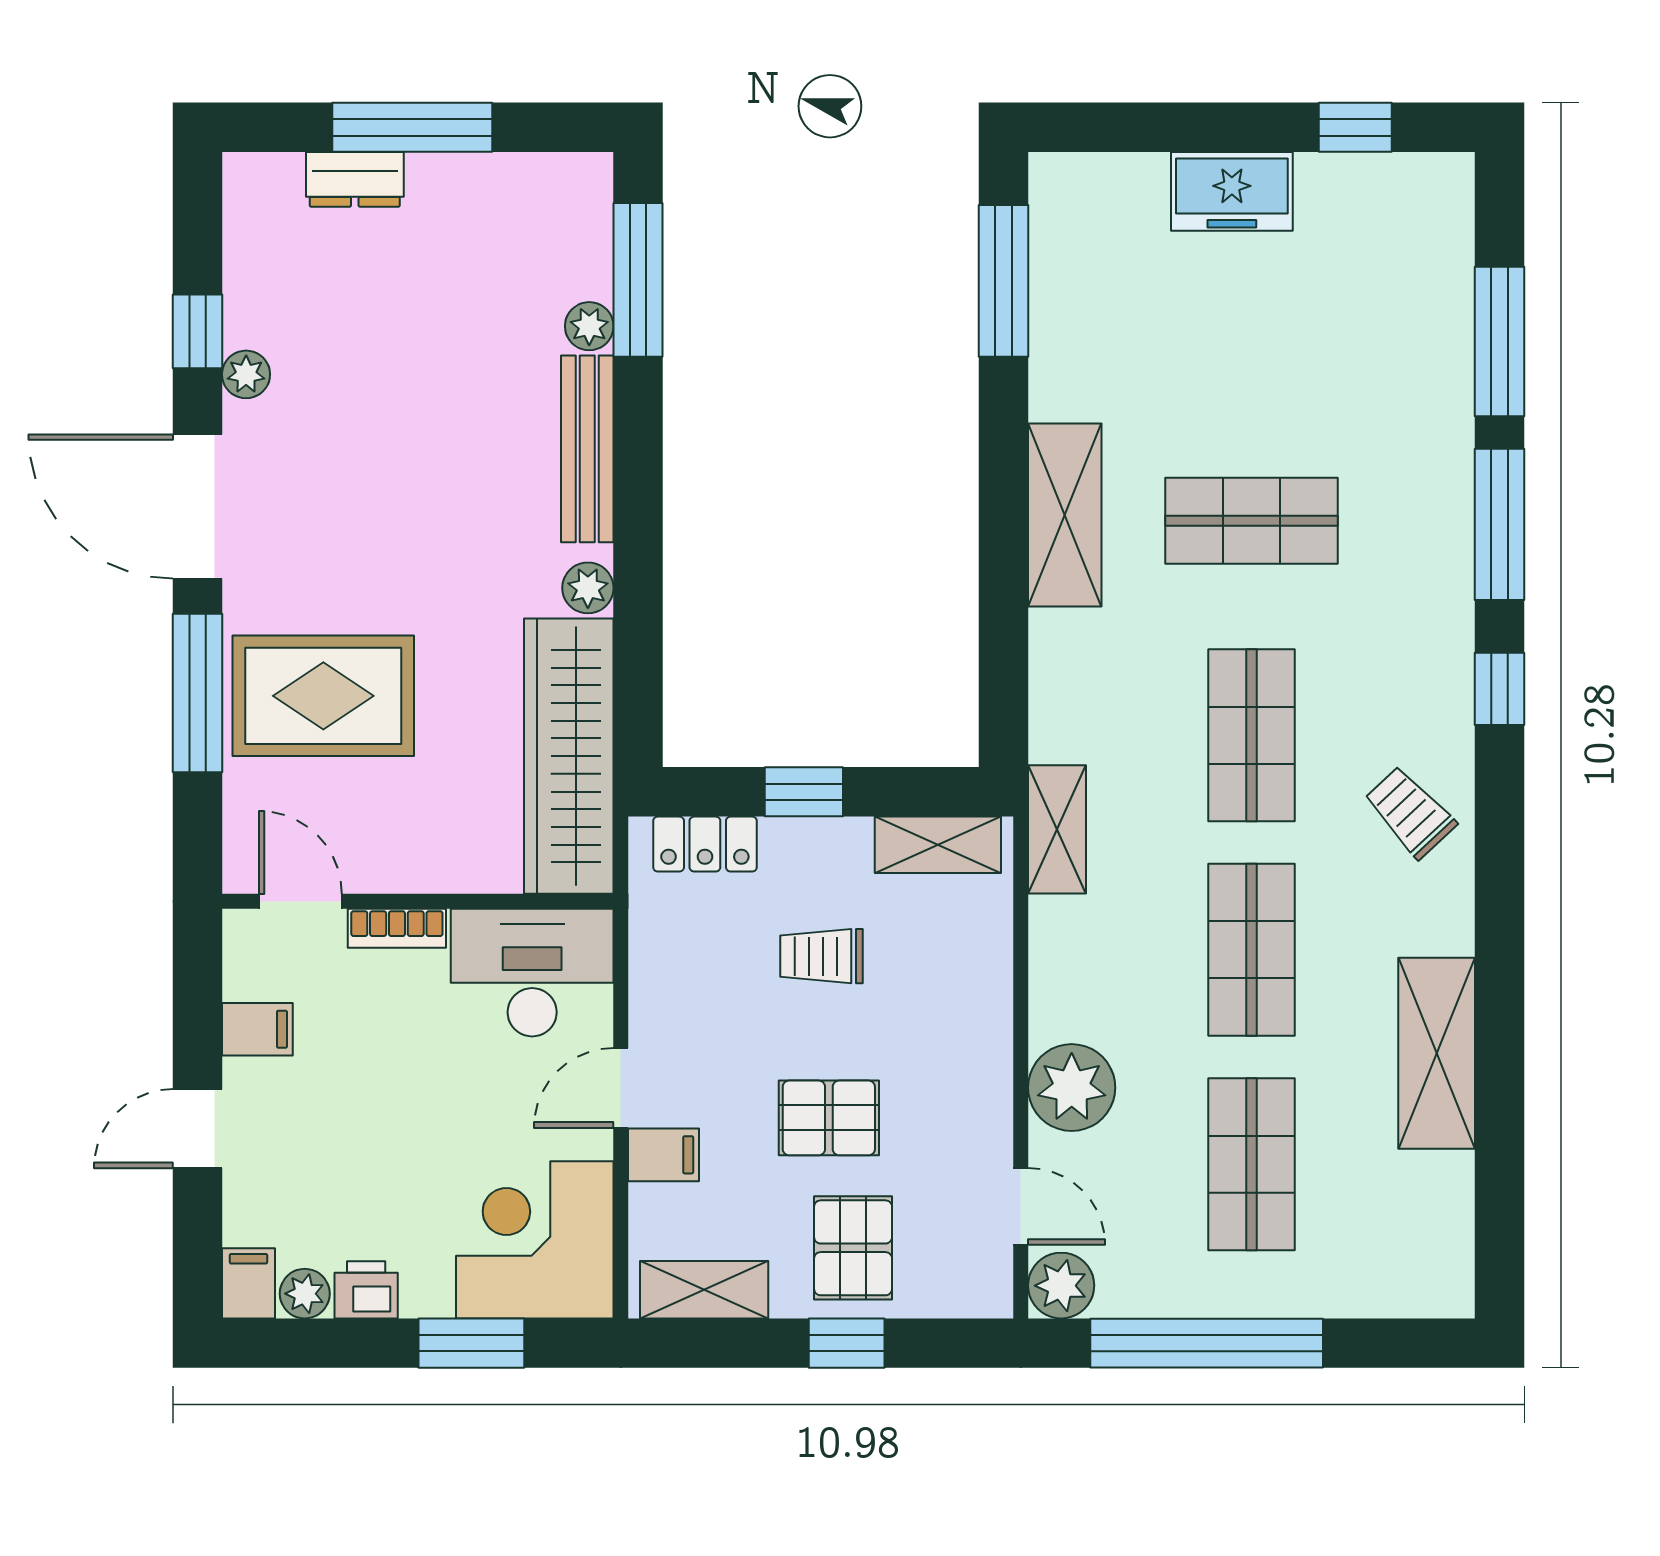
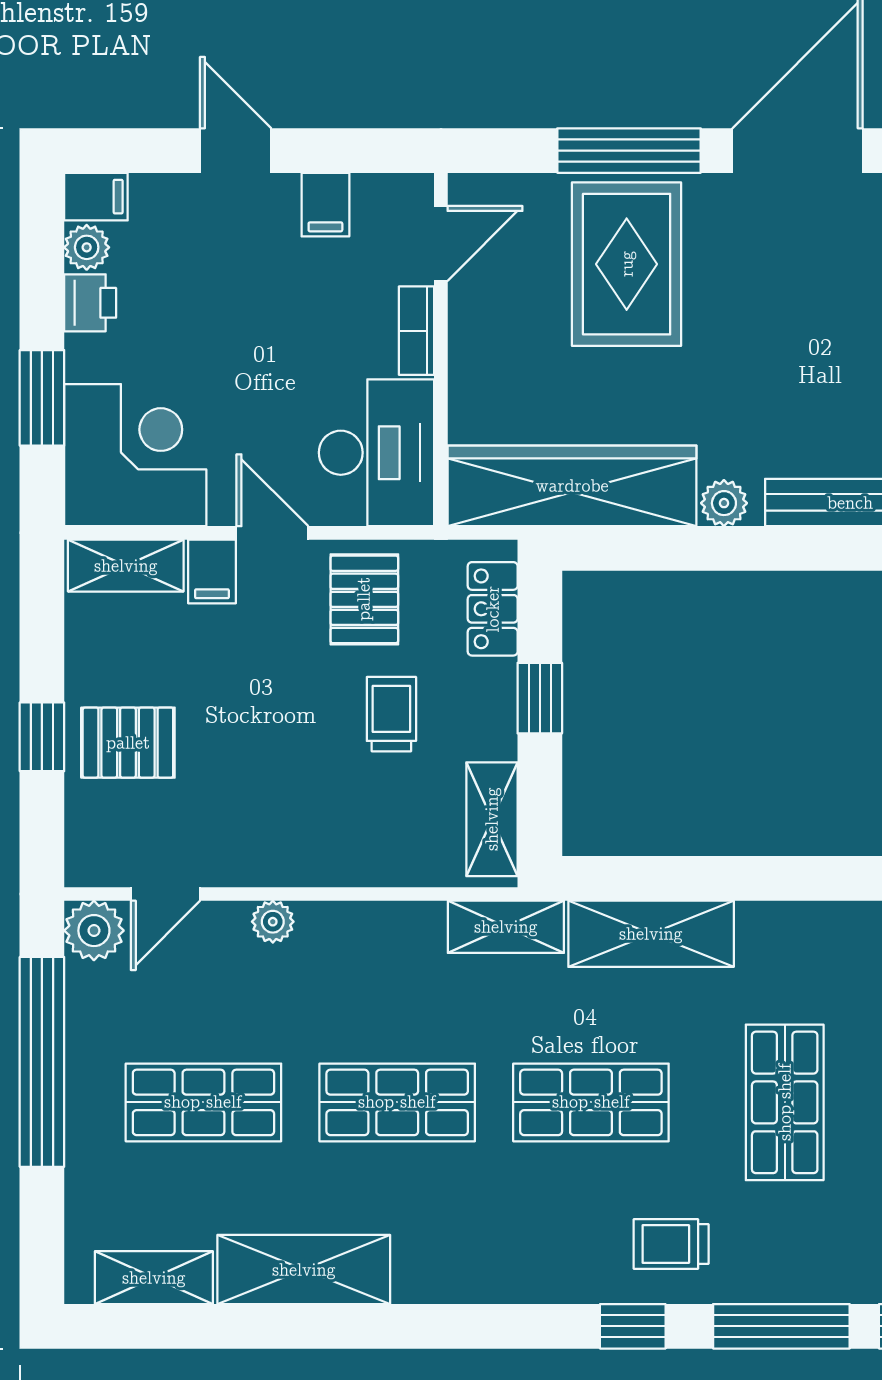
shelving: (1065, 515) -> (651, 934), moved
trolley: (1410, 812) -> (671, 1244), moved, turned -137
plant: (1072, 1088) -> (273, 922), width x0.53, depth x0.53
pallet: (829, 1118) -> (364, 599), moved
shelving: (1445, 1219) -> (154, 1278), added
shelving: (704, 1290) -> (126, 566), moved, turned 90

